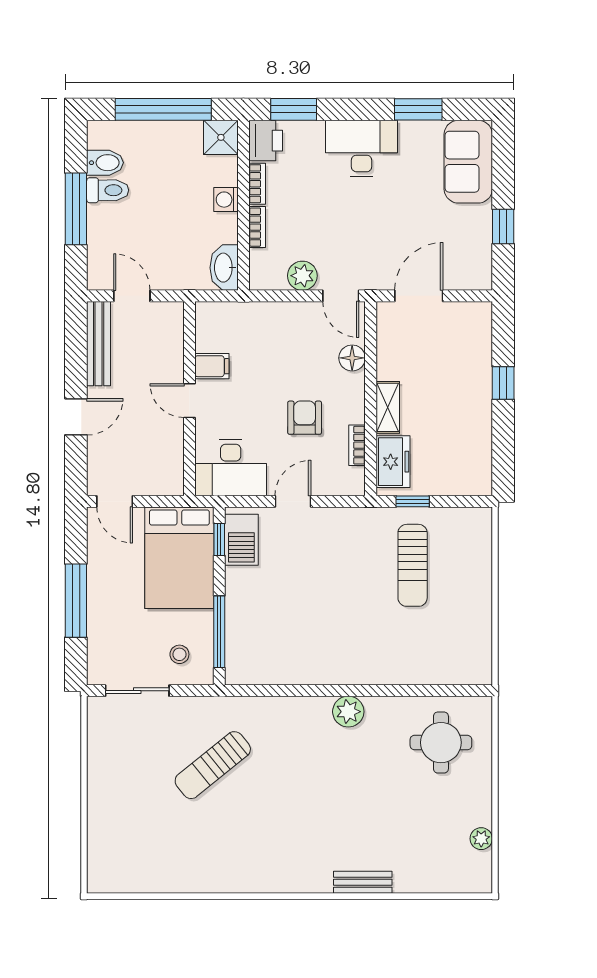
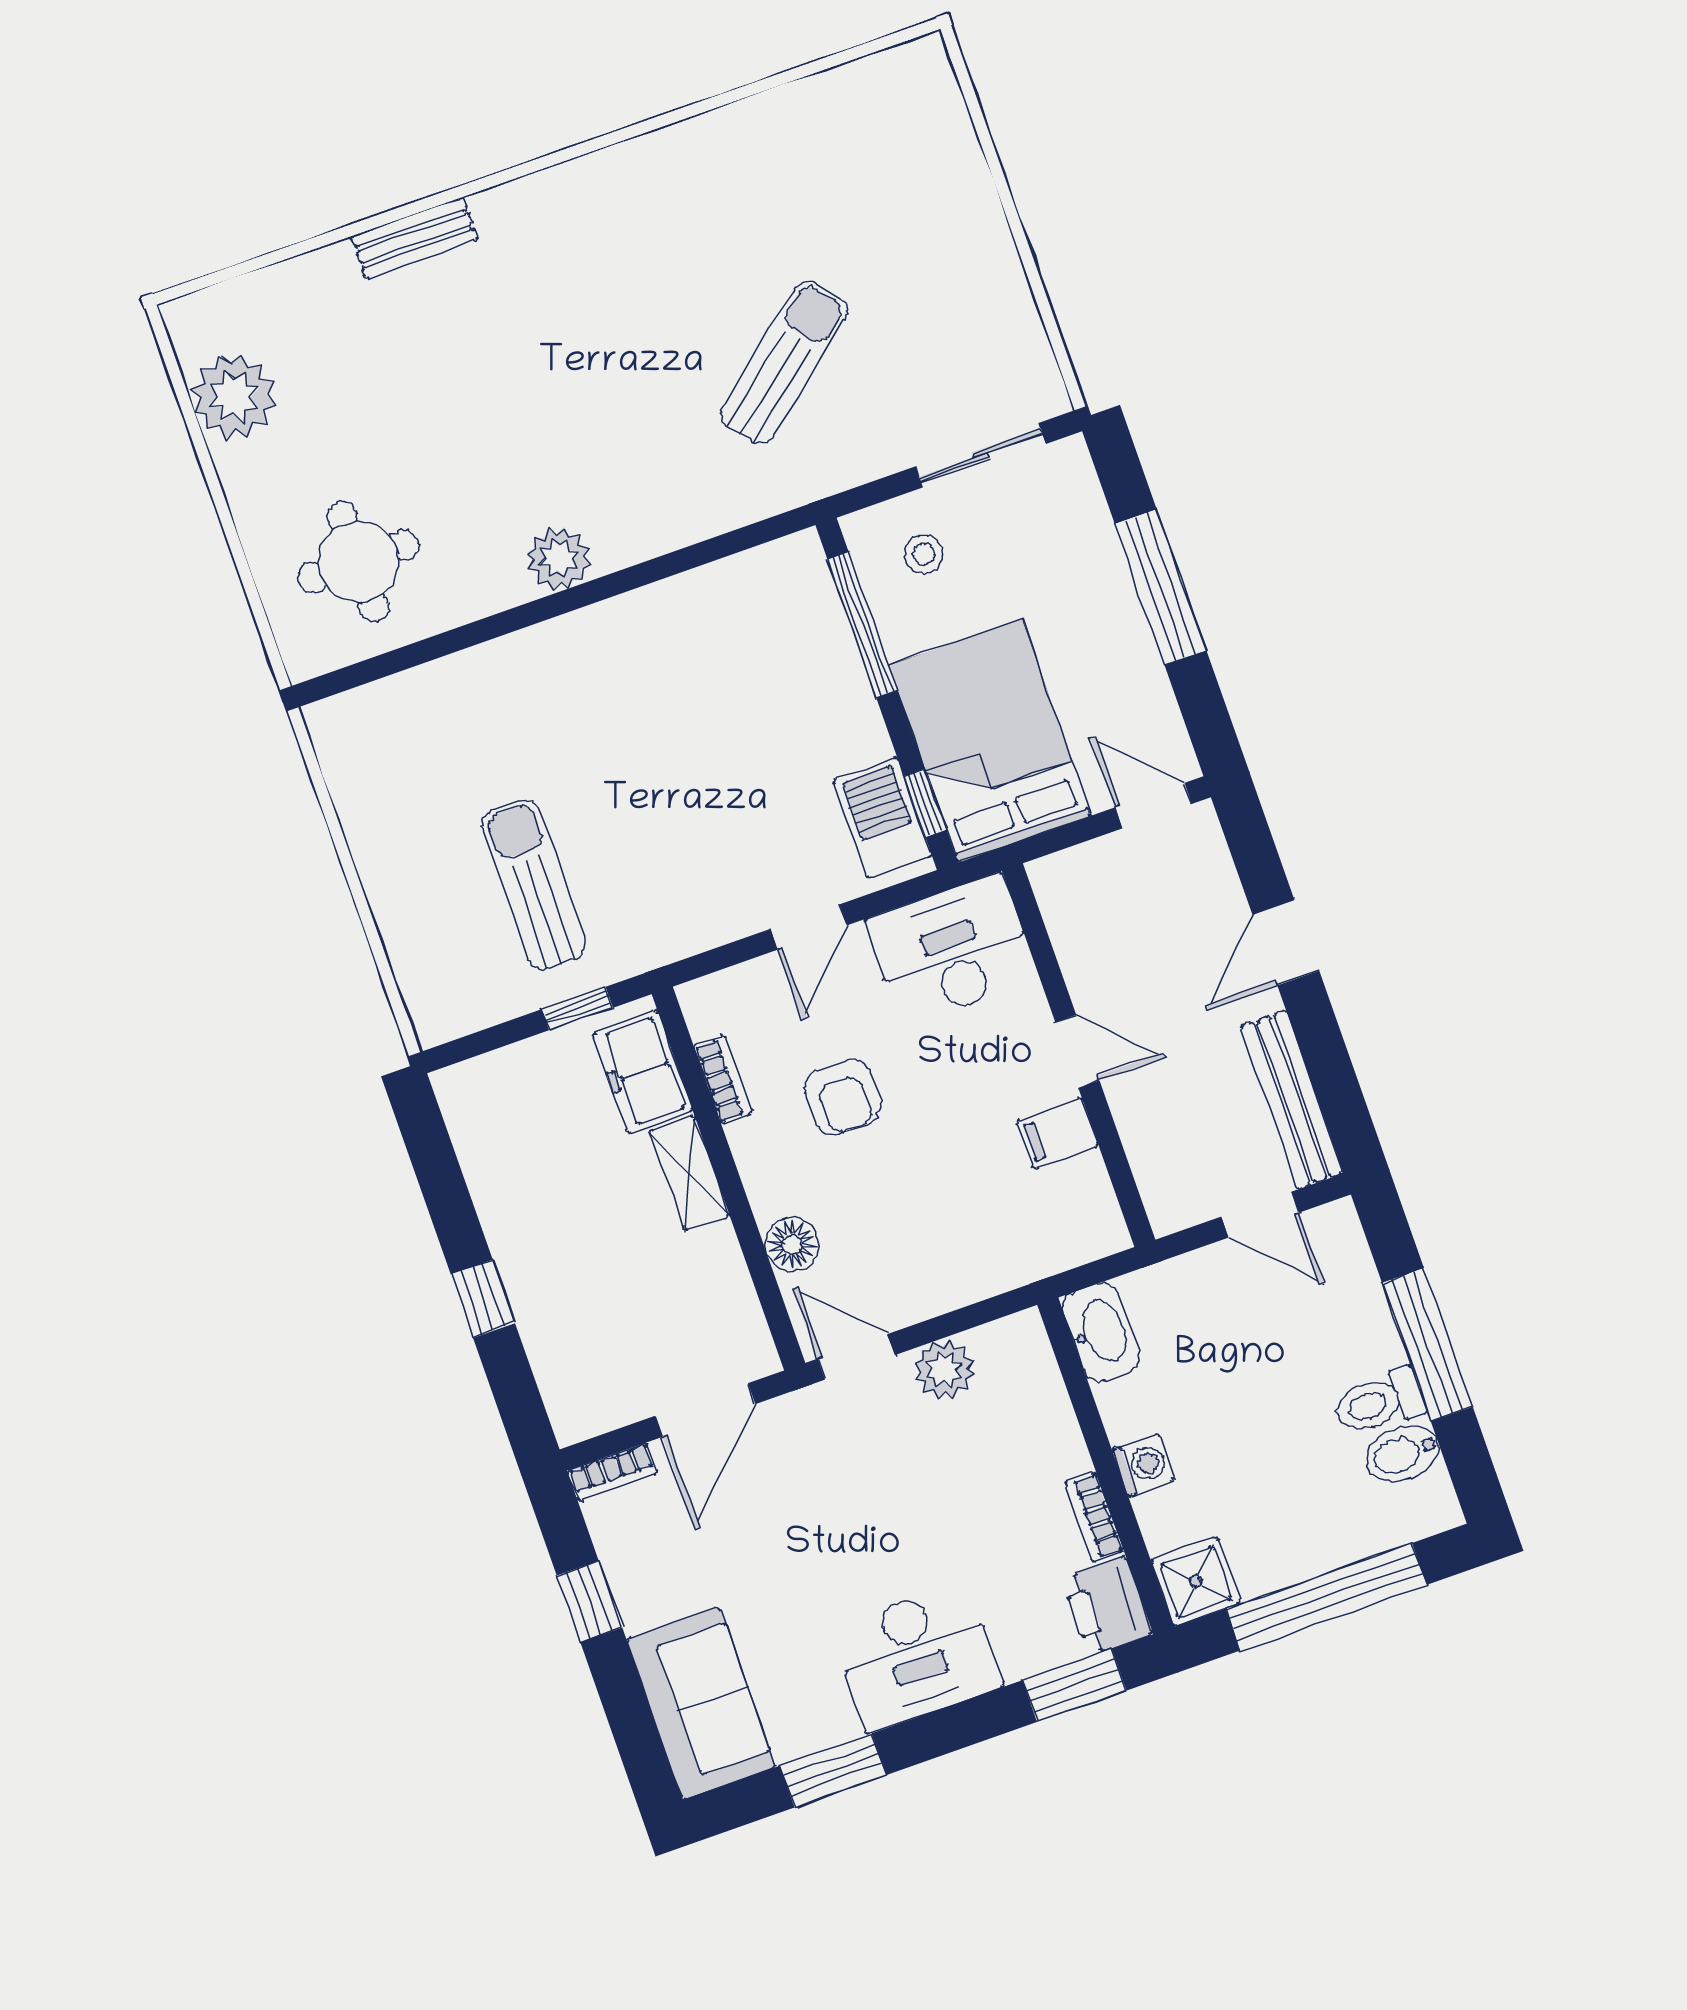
bookcase: (257, 227) -> (612, 1472), moved, turned -90
plant: (481, 839) -> (234, 397), width x1.87, depth x1.87

